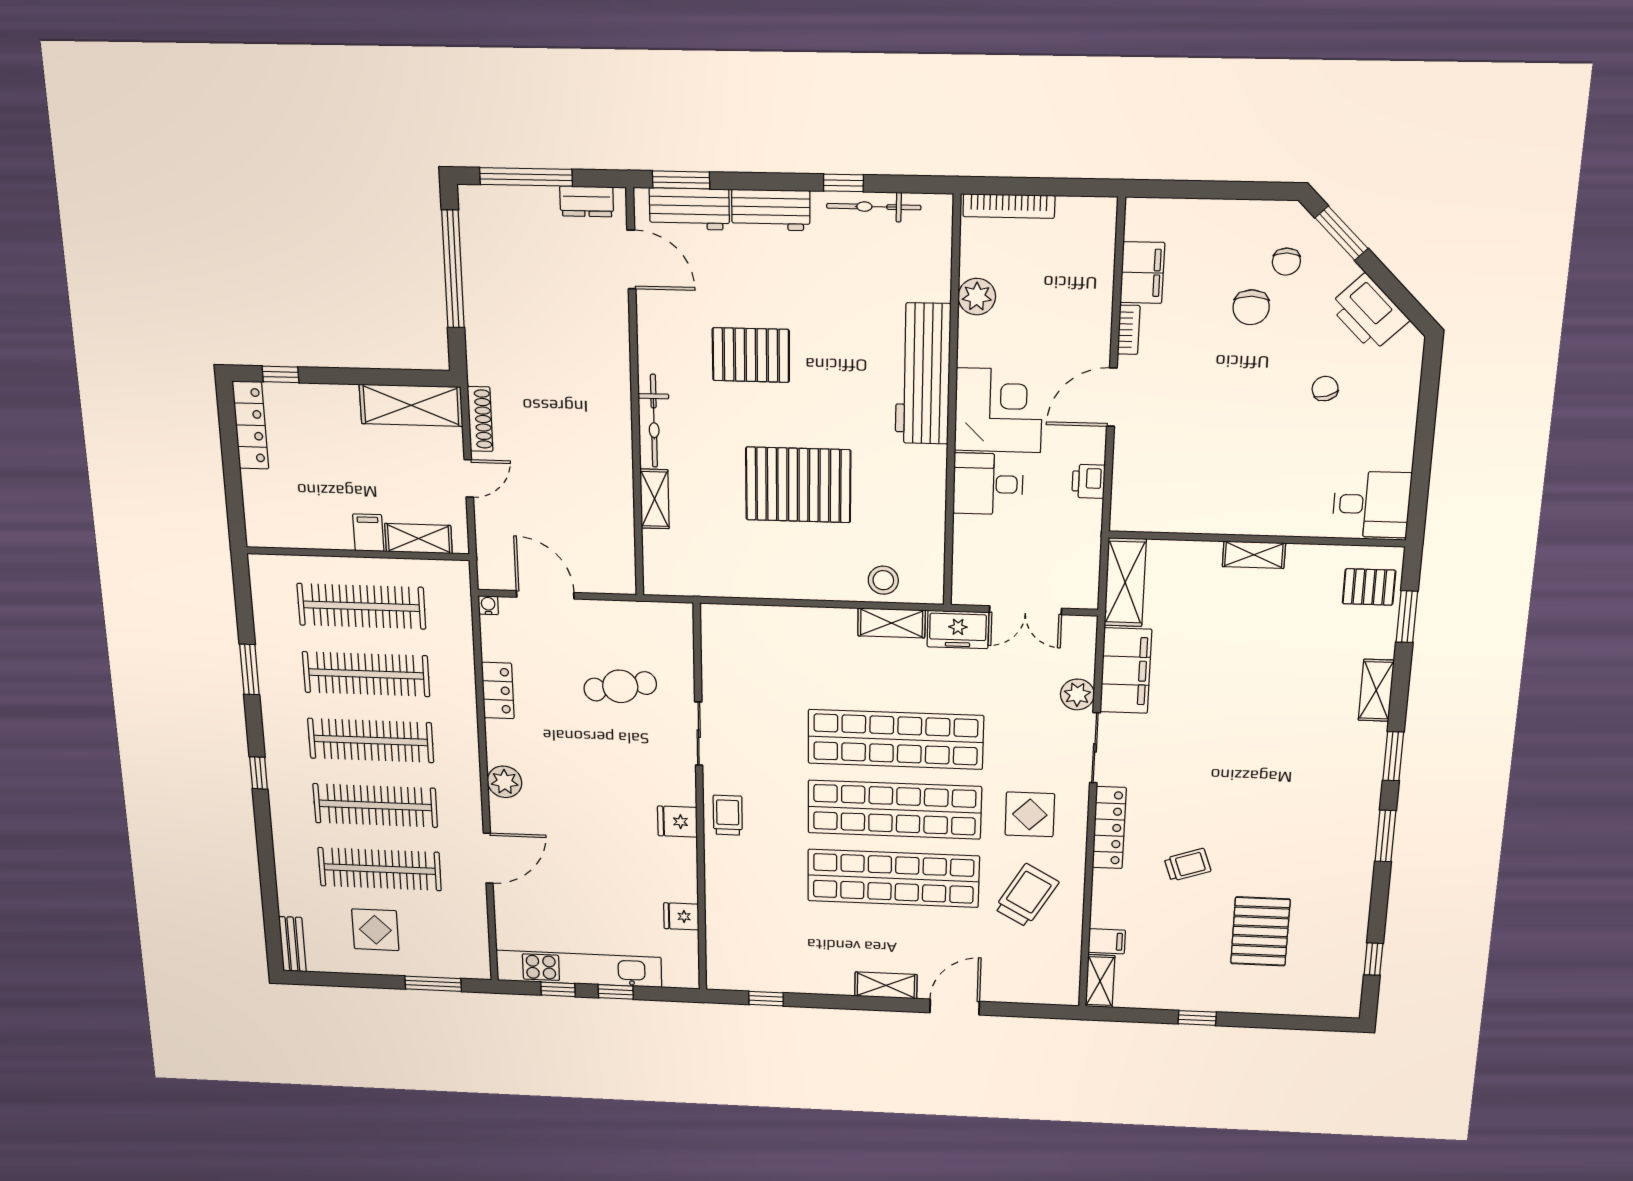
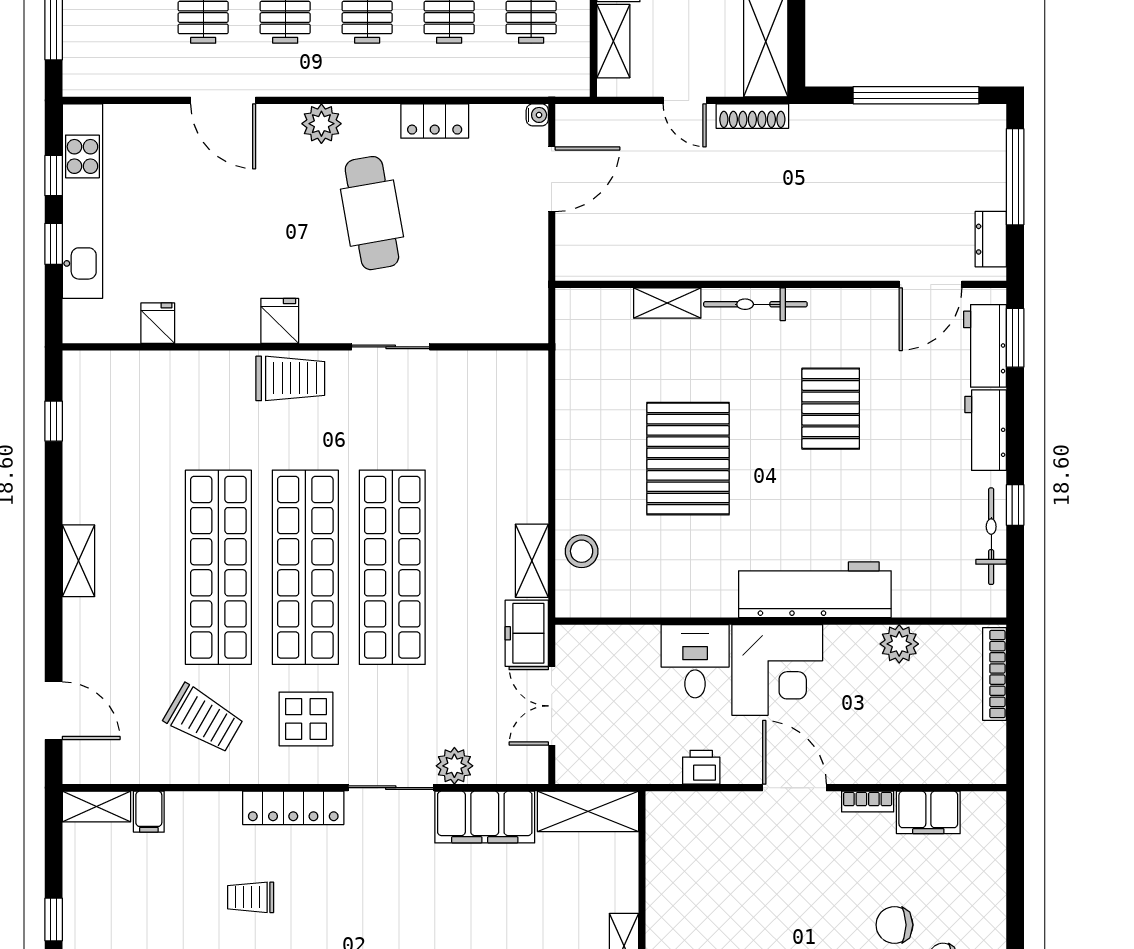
cafe table: (620, 686) -> (372, 213), moved, width x1.37, depth x1.35
trolley: (728, 815) -> (290, 378), width x1.36, depth x1.39
trolley: (1188, 865) -> (251, 897), turned 109
door: (955, 1007) -> (54, 711), moved

